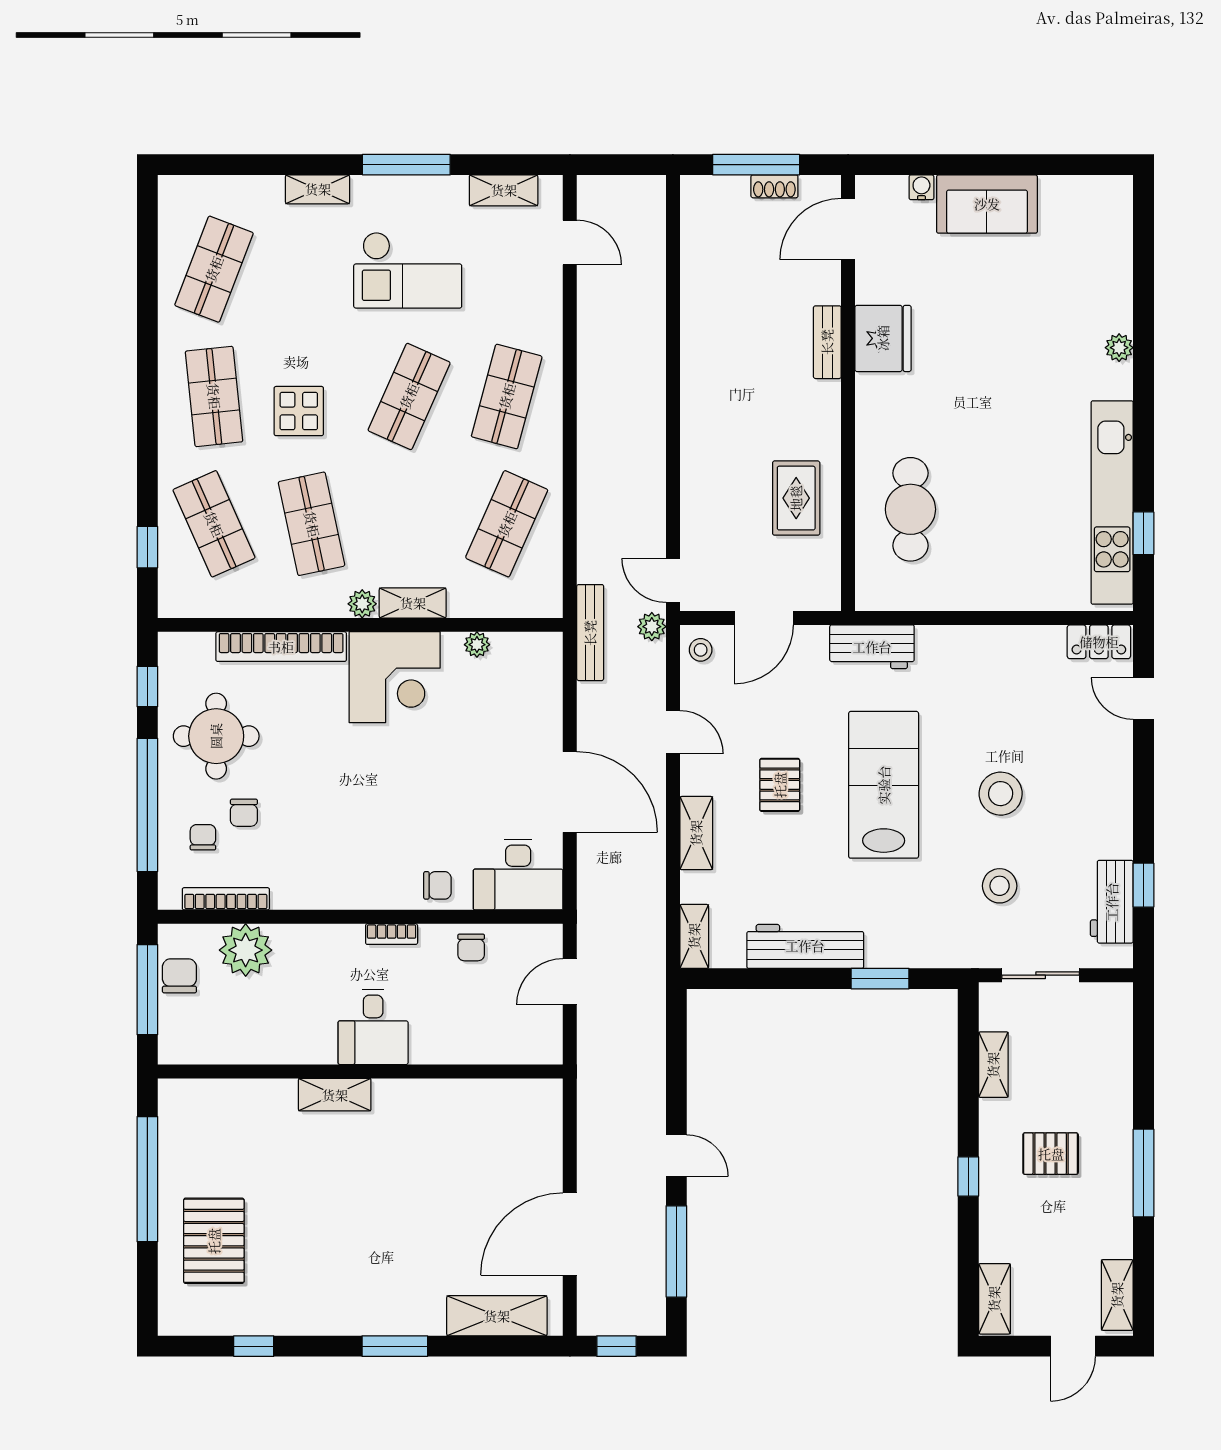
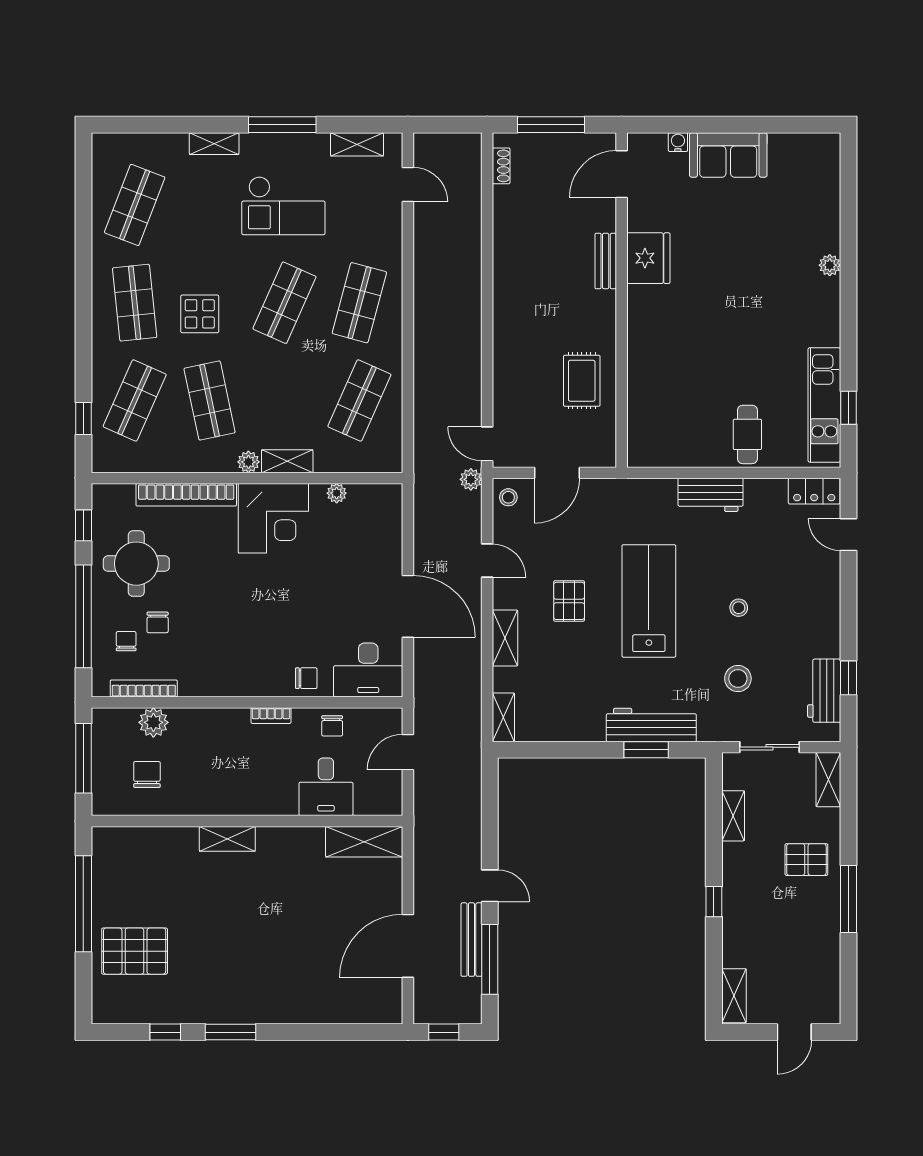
shoe rack: (774, 186) -> (501, 166), moved, turned -90
kitchen unit: (1112, 503) -> (824, 405), width x0.73
cafe table: (910, 509) -> (747, 434), moved, width x0.73, depth x0.74
shop shelf: (214, 524) -> (135, 400), turned 48
bench: (590, 633) -> (471, 940), moved
workbench: (872, 647) -> (711, 495), moved
stool: (1001, 794) -> (739, 608), width x0.53, depth x0.53
workbench: (805, 946) -> (651, 725), moved
plant: (246, 950) -> (153, 722), width x0.73, depth x0.73
chair: (179, 976) -> (147, 775), moved
desk: (373, 1027) -> (326, 787), moved
pallet: (1051, 1154) -> (806, 860), moved
pallet: (214, 1241) -> (135, 951), turned 90
shelving: (1117, 1295) -> (828, 780), moved
shelving: (497, 1316) -> (364, 842), moved
window: (395, 1346) -> (230, 1032), moved

